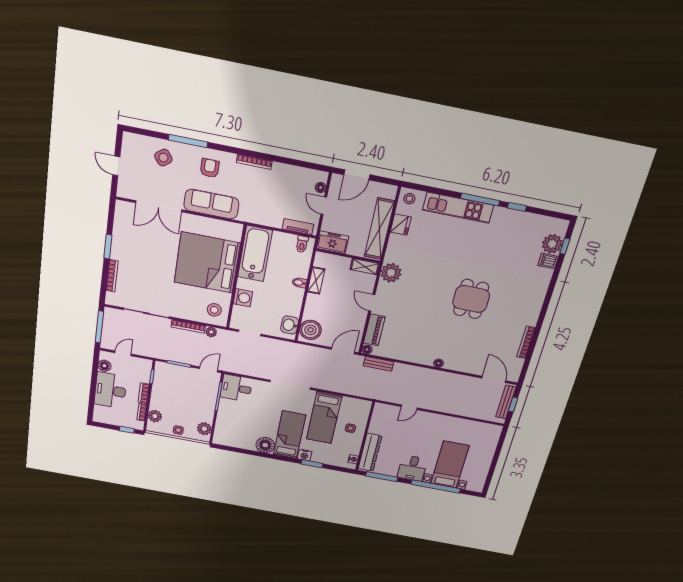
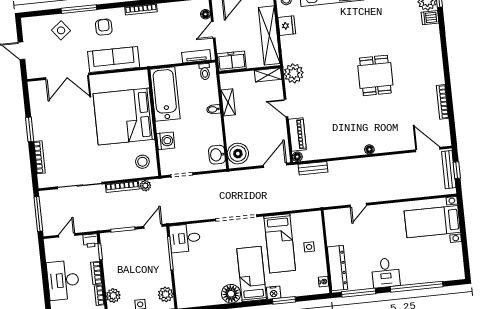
door: (324, 206) -> (213, 30), hinge flipped
printer: (145, 364) -> (91, 241), added
floor lamp: (104, 366) -> (52, 255), removed
bed with nightstands: (450, 465) -> (432, 222), moved, turned -90

